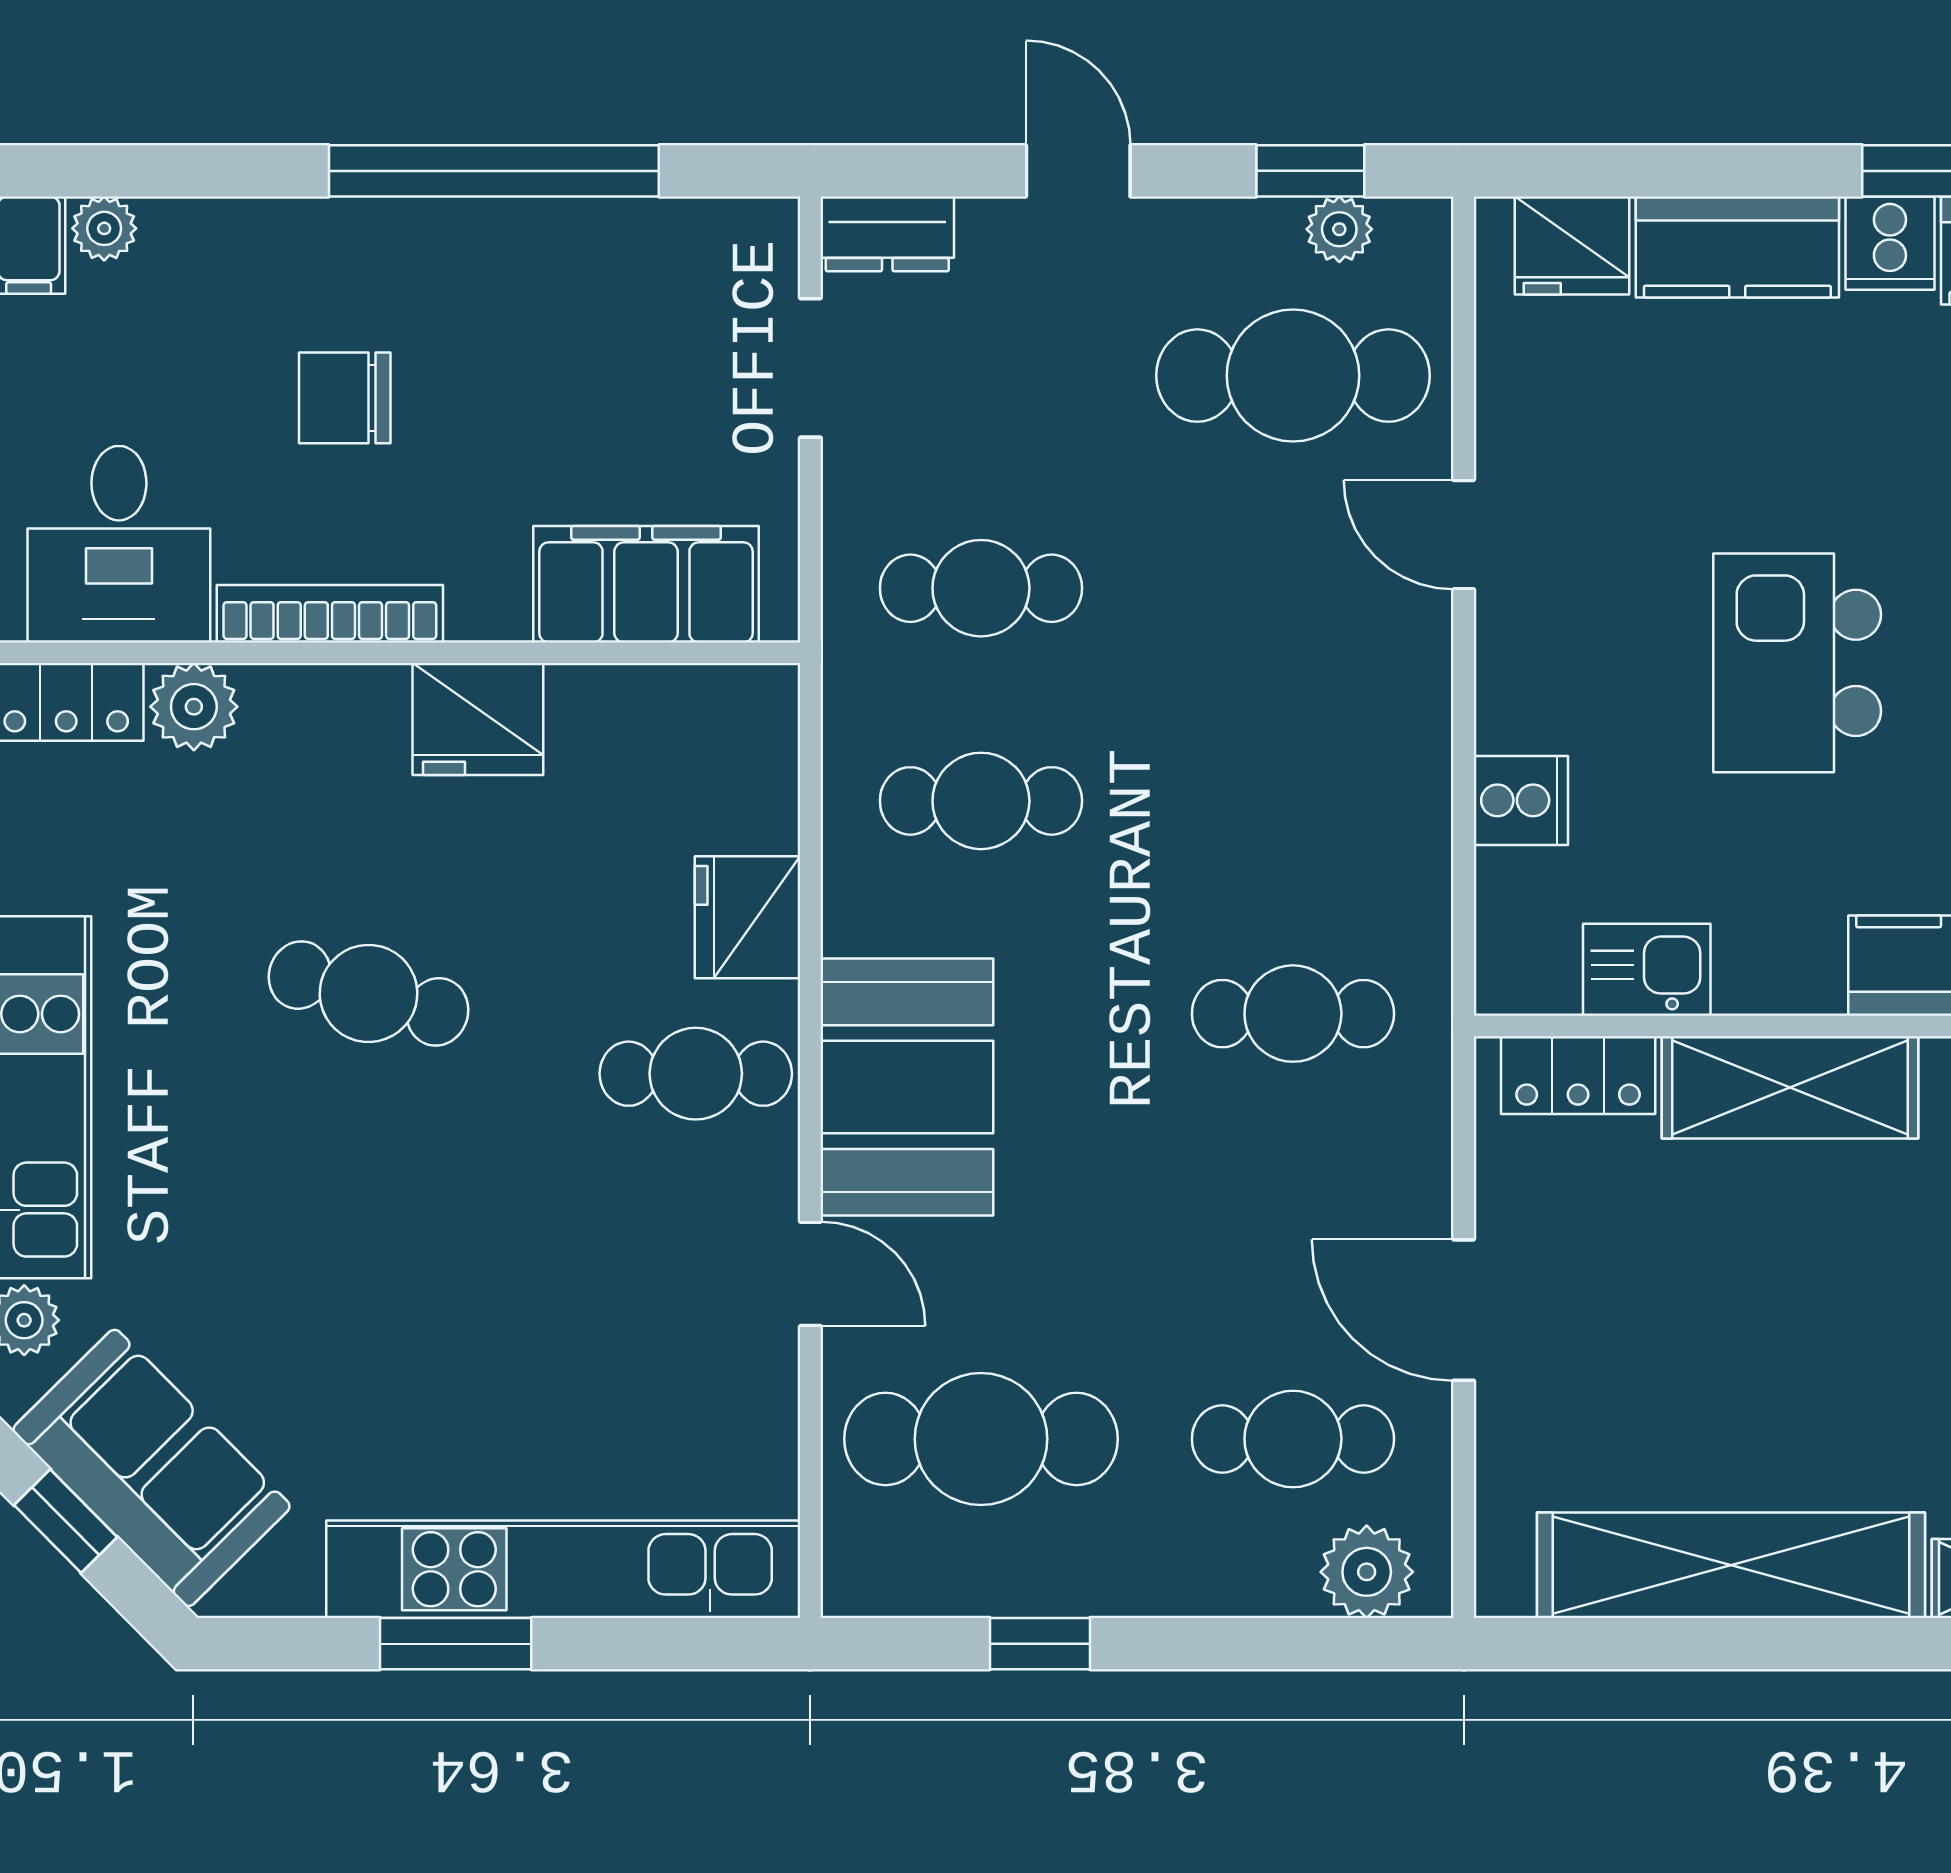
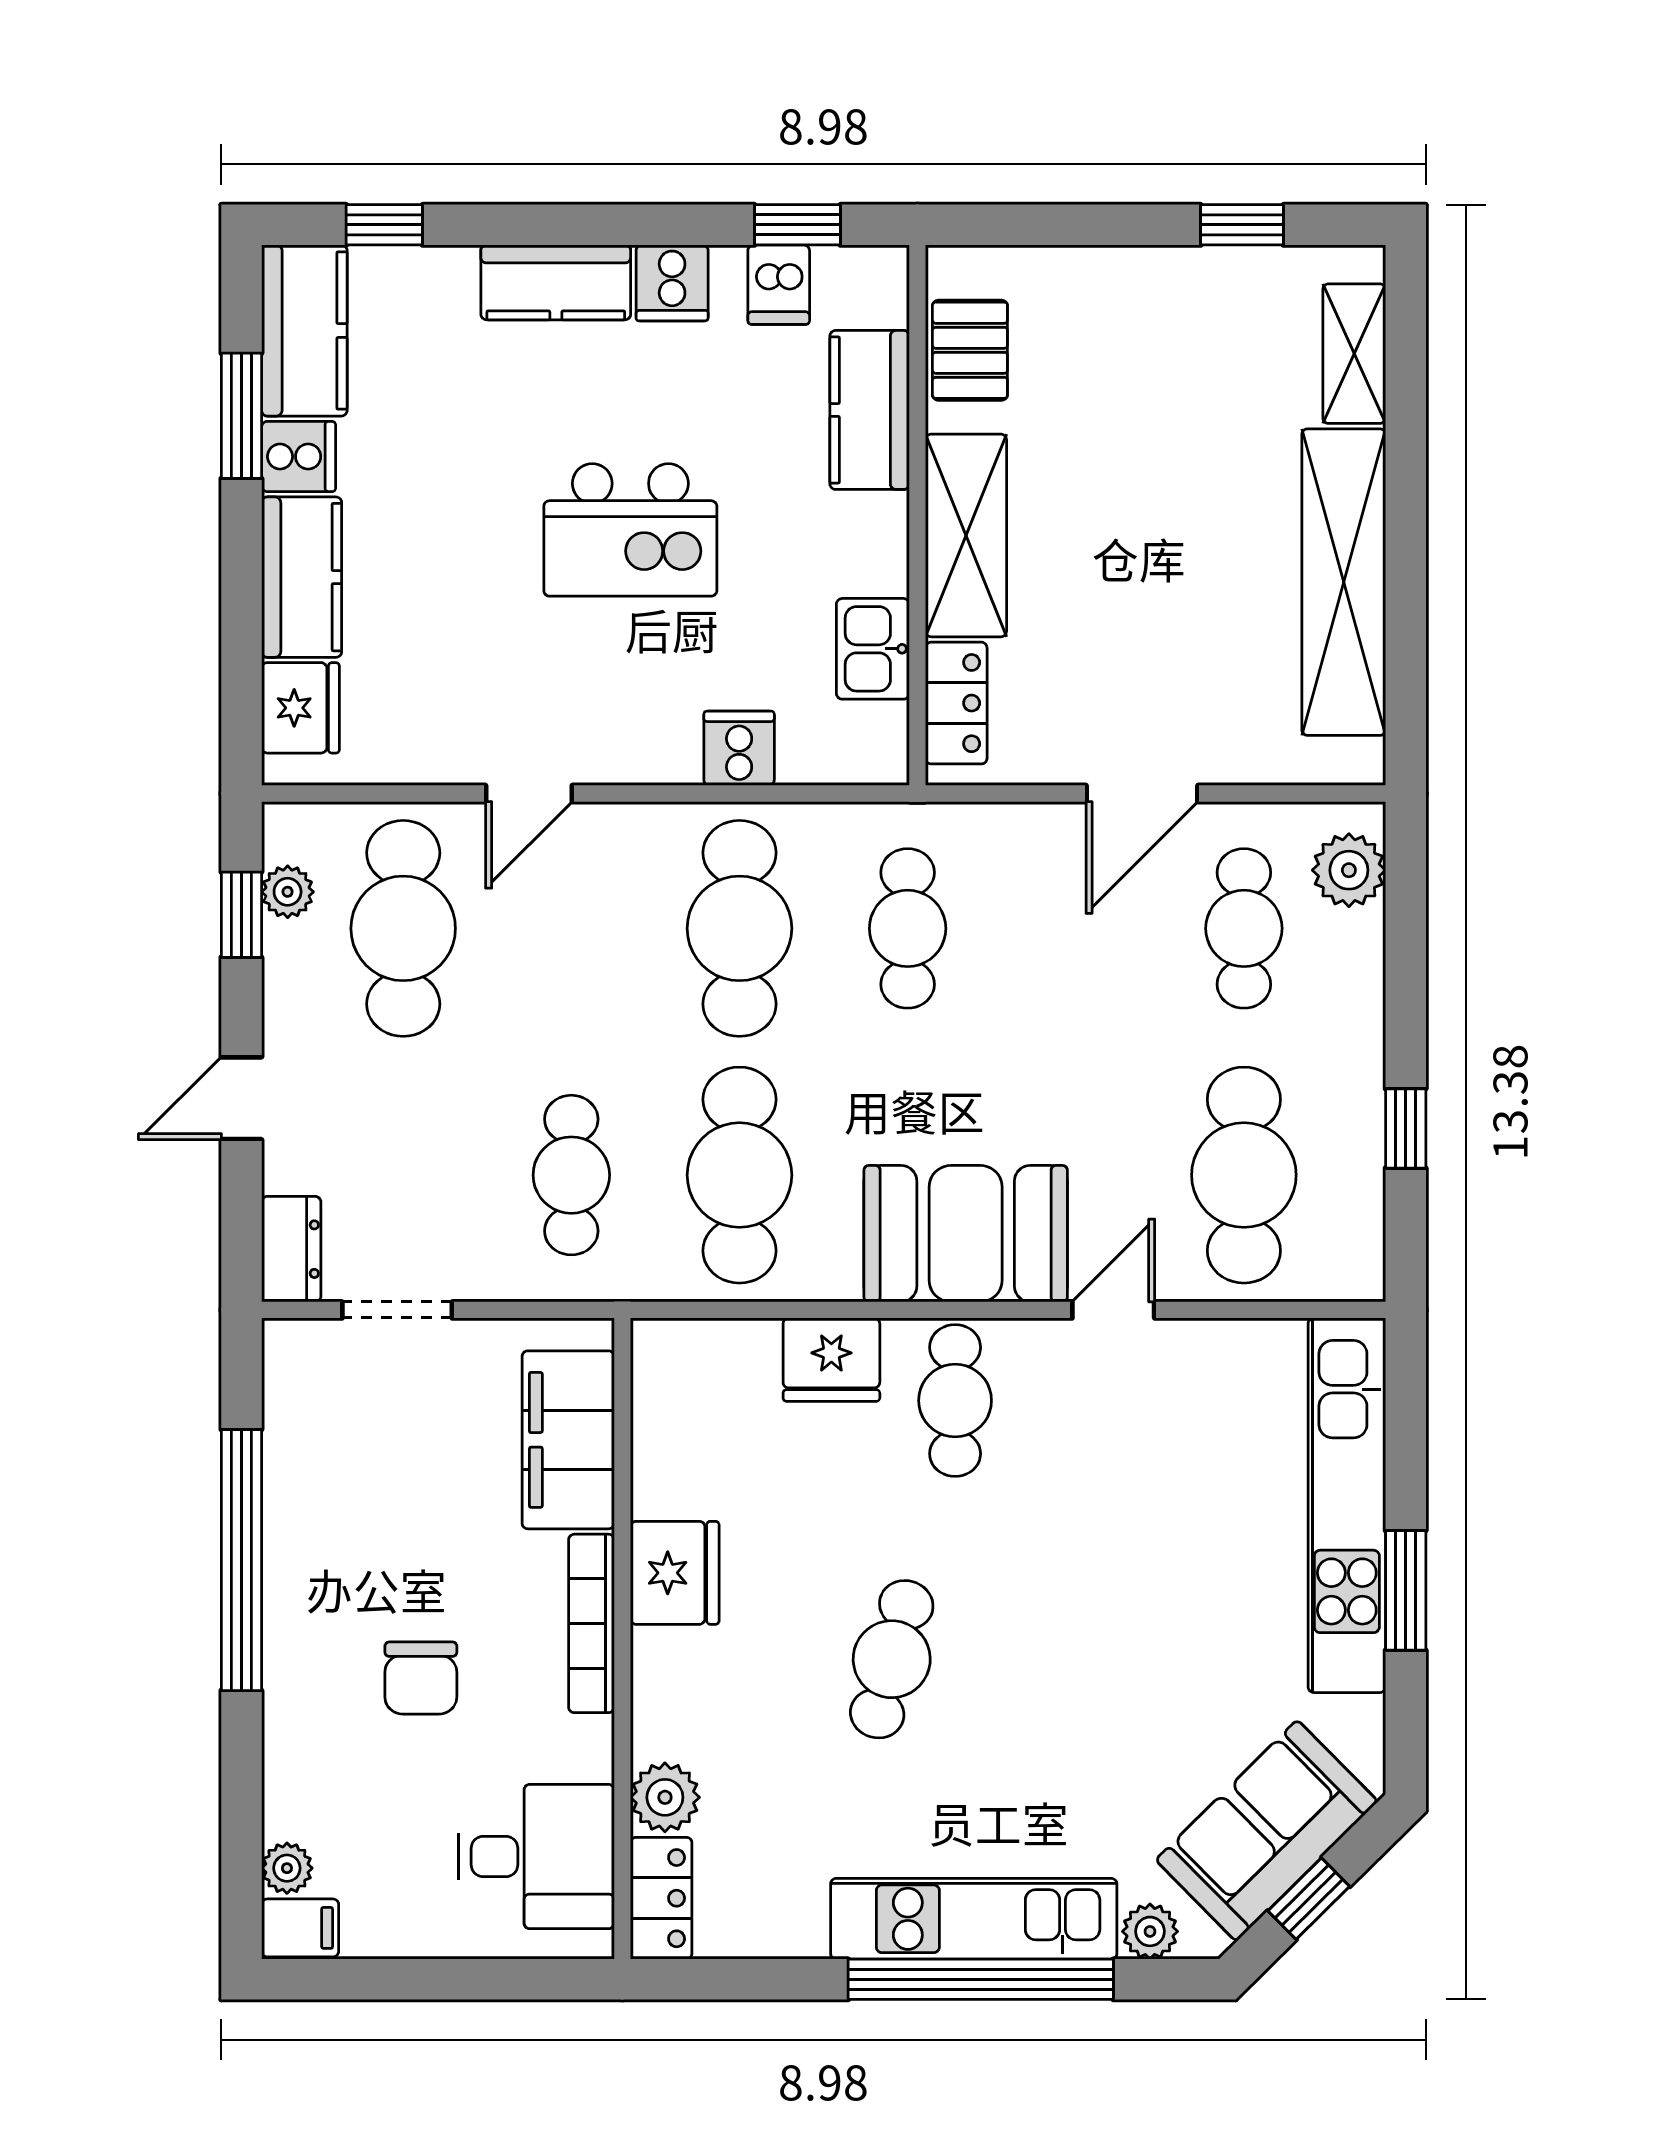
bookcase: (330, 614) -> (591, 1623), moved
cafe table: (981, 801) -> (739, 1175), width x1.37, depth x1.35
cafe table: (1293, 801) -> (739, 928), added

